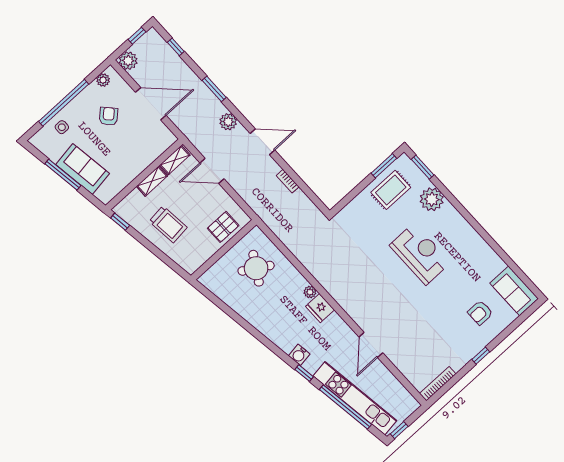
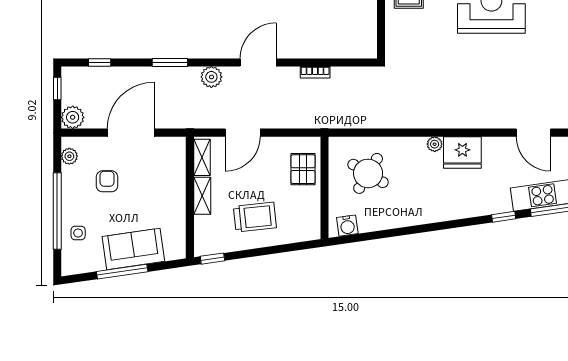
armchair: (109, 116) -> (107, 181), turned 43
fridge: (320, 308) -> (462, 152), width x1.36, depth x1.34
water cooler: (299, 355) -> (347, 226), moved

